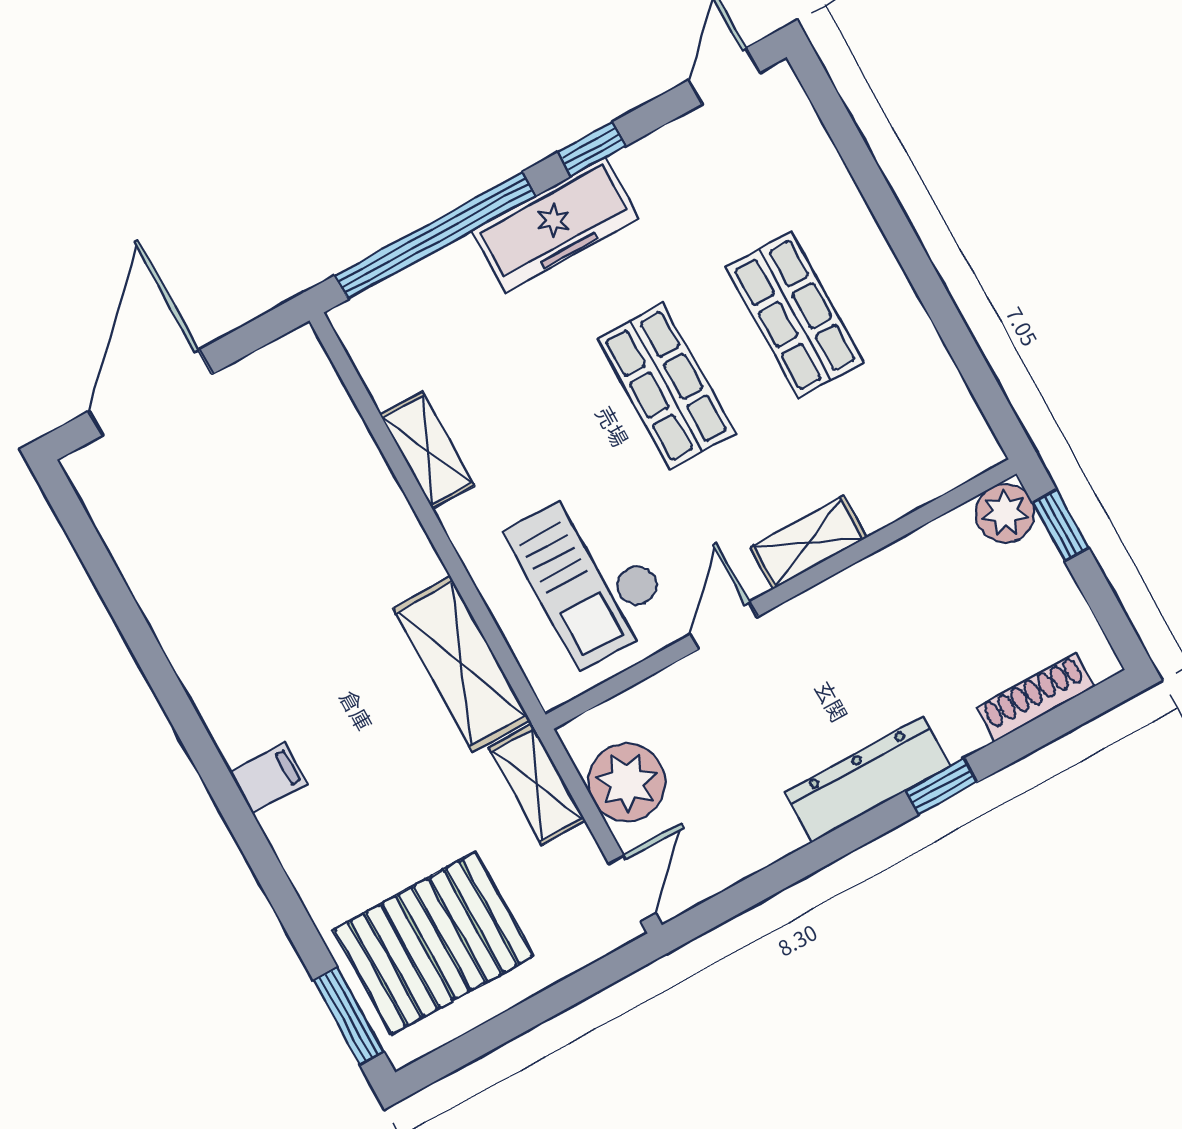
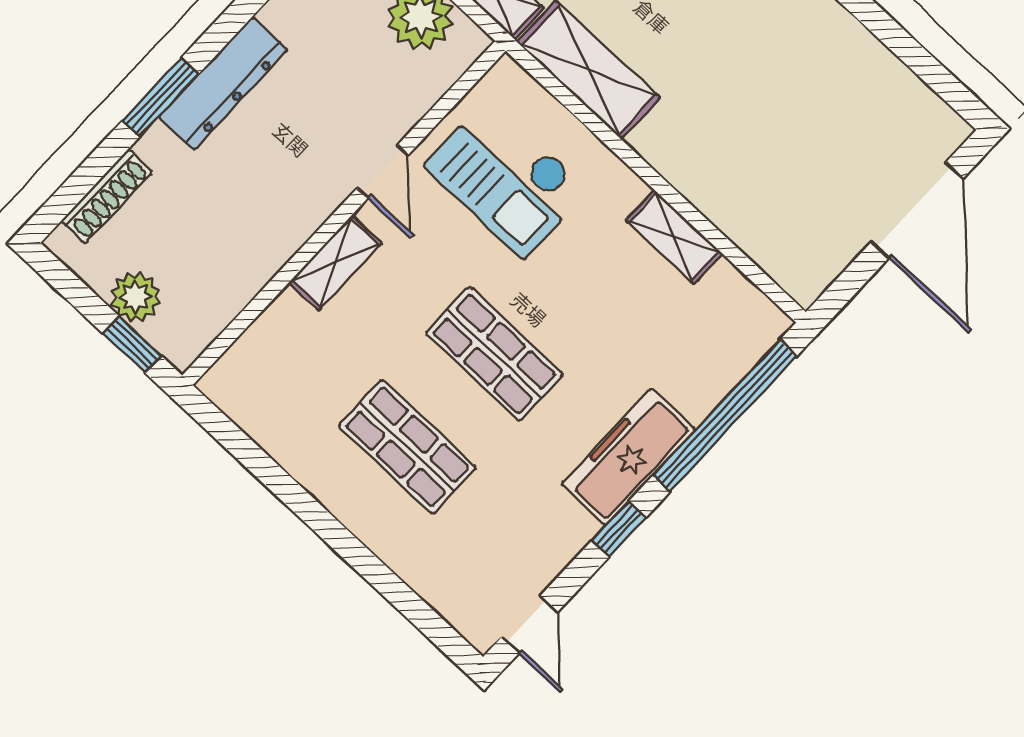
plant: (1005, 513) -> (135, 297), moved
checkout: (590, 575) -> (506, 178), turned 180
window: (941, 786) -> (160, 97), width x1.50

